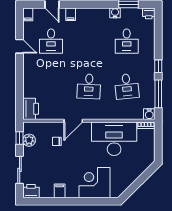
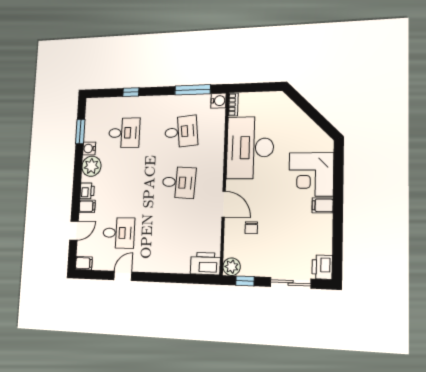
printer: (149, 13) -> (87, 191), moved
plant: (101, 16) -> (91, 166), added
window: (158, 66) -> (131, 92), moved
plant: (29, 140) -> (232, 267), moved
filing cabinet: (60, 191) -> (323, 205), moved

